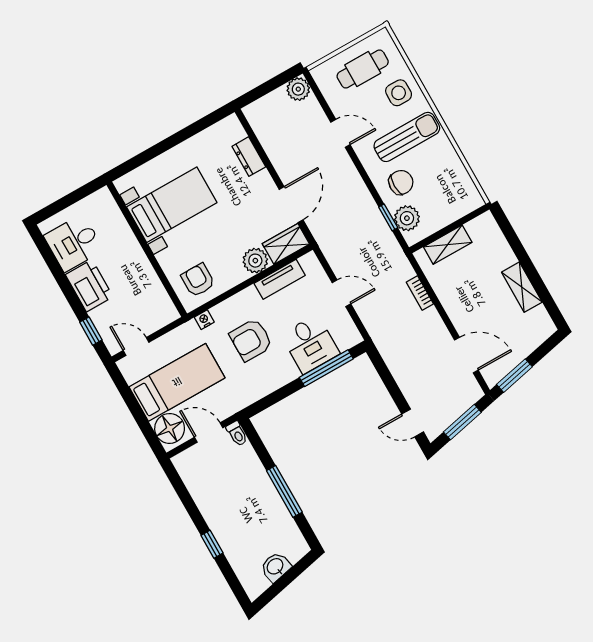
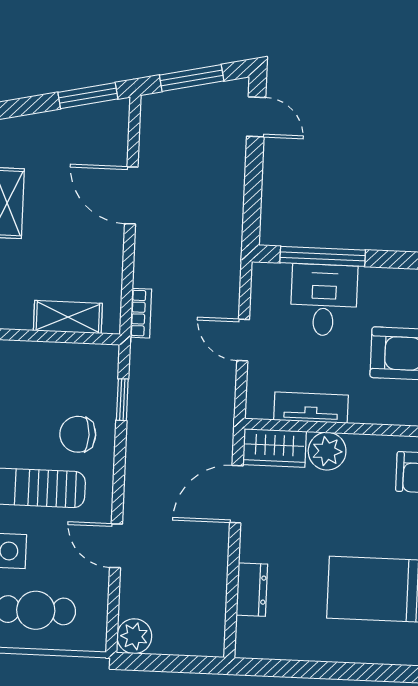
plant: (407, 218) -> (99, 384), removed
bookcase: (420, 293) -> (141, 313), moved
door: (466, 355) -> (131, 195), moved

